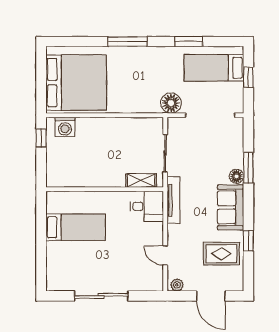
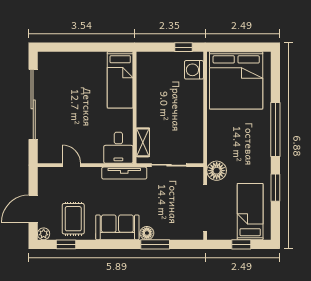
window: (128, 41) -> (275, 129), width x1.46
bed: (76, 227) -> (120, 80), moved
window: (248, 241) -> (66, 244), moved
door: (165, 256) -> (72, 165), hinge flipped
plant: (177, 285) -> (44, 234), moved
sliding door: (101, 296) -> (33, 104), width x1.36

